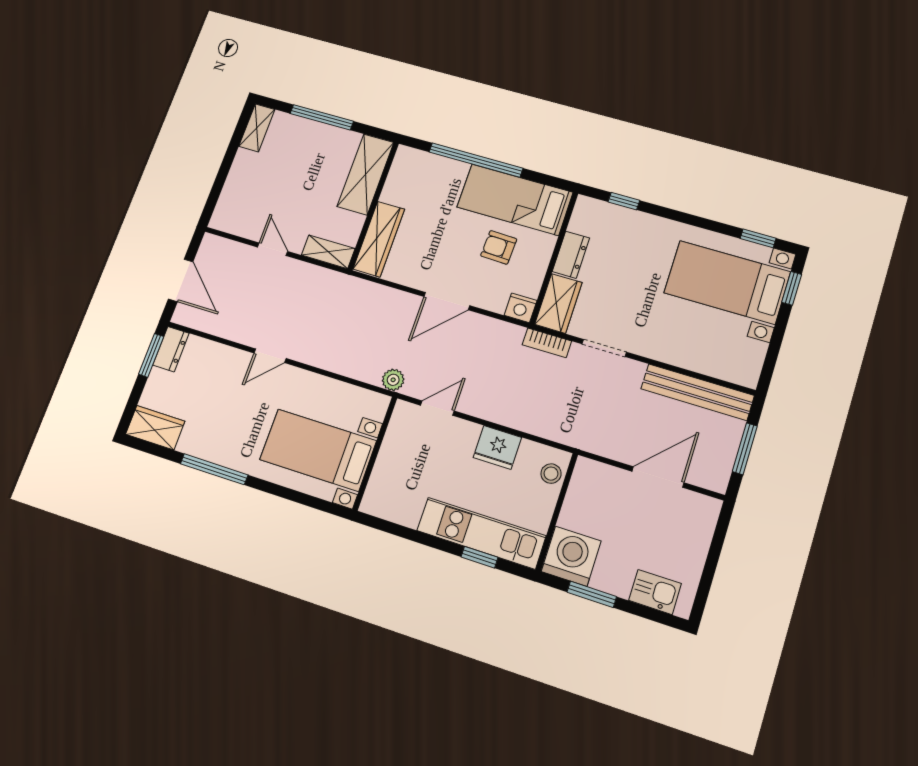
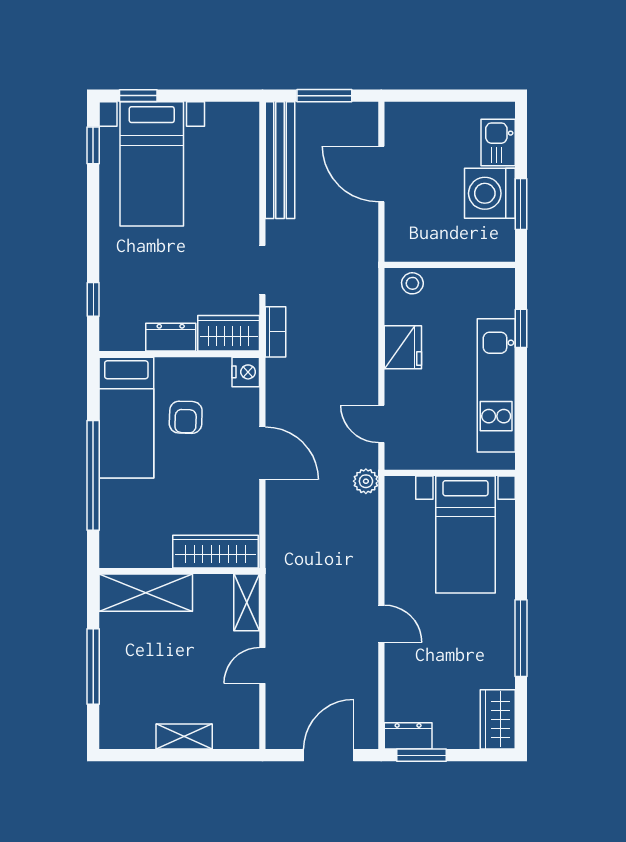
shelving: (257, 128) -> (184, 737), moved
kitchen unit: (481, 533) -> (496, 385), moved
washing machine: (571, 556) -> (490, 193), moved

